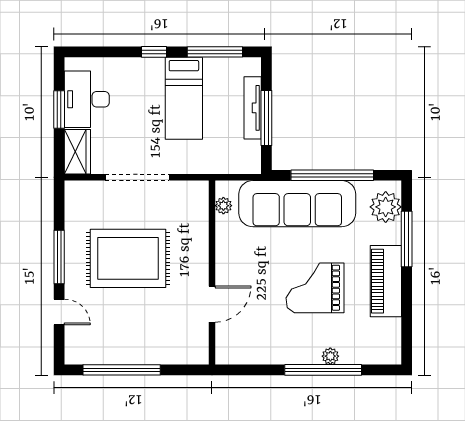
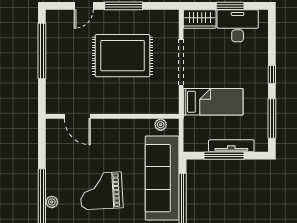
bed: (184, 98) -> (213, 102), moved, turned 180
rug: (128, 258) -> (122, 56), turned 90
grand piano: (315, 288) -> (101, 191), turned -93
door: (212, 304) -> (77, 116), moved

